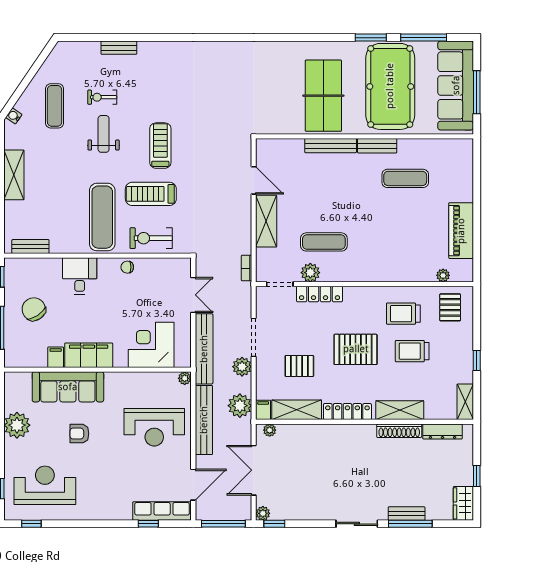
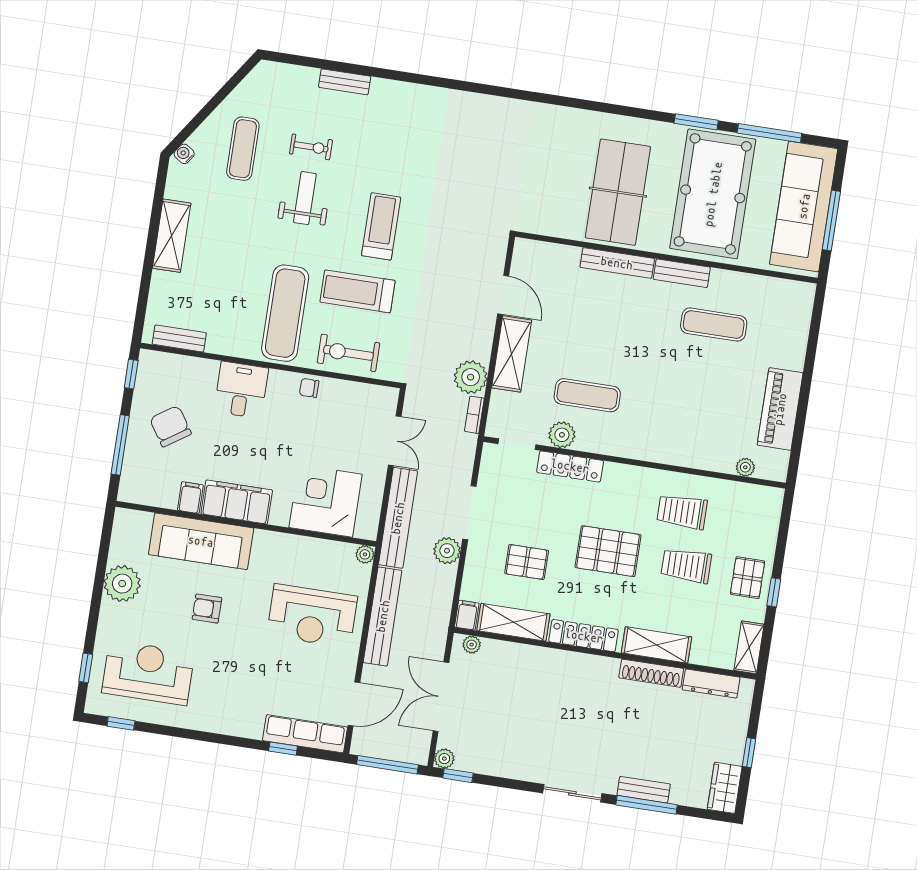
exercise bike: (102, 97) -> (311, 147), turned 180
pallet: (450, 307) -> (748, 578), moved
plant: (240, 406) -> (471, 377), moved

